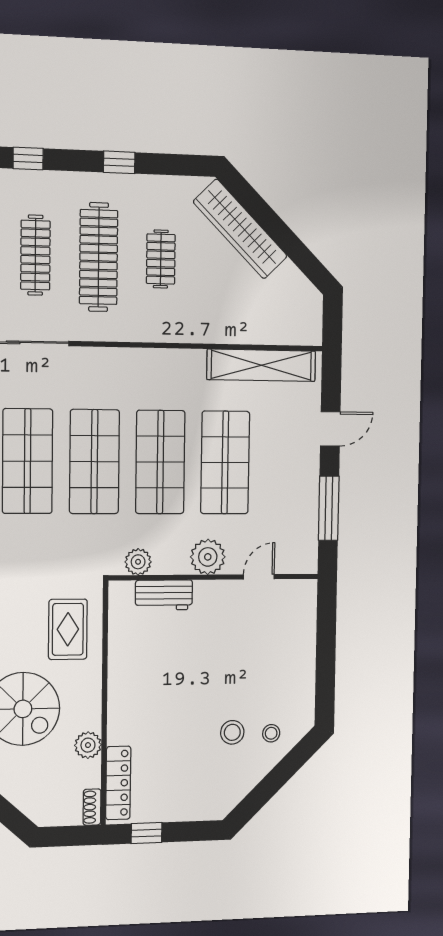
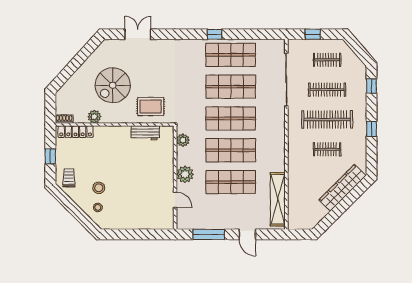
workbench: (164, 595) -> (145, 133), moved, turned -90
trolley: (212, 793) -> (69, 178), added
window: (147, 833) -> (50, 156), moved

